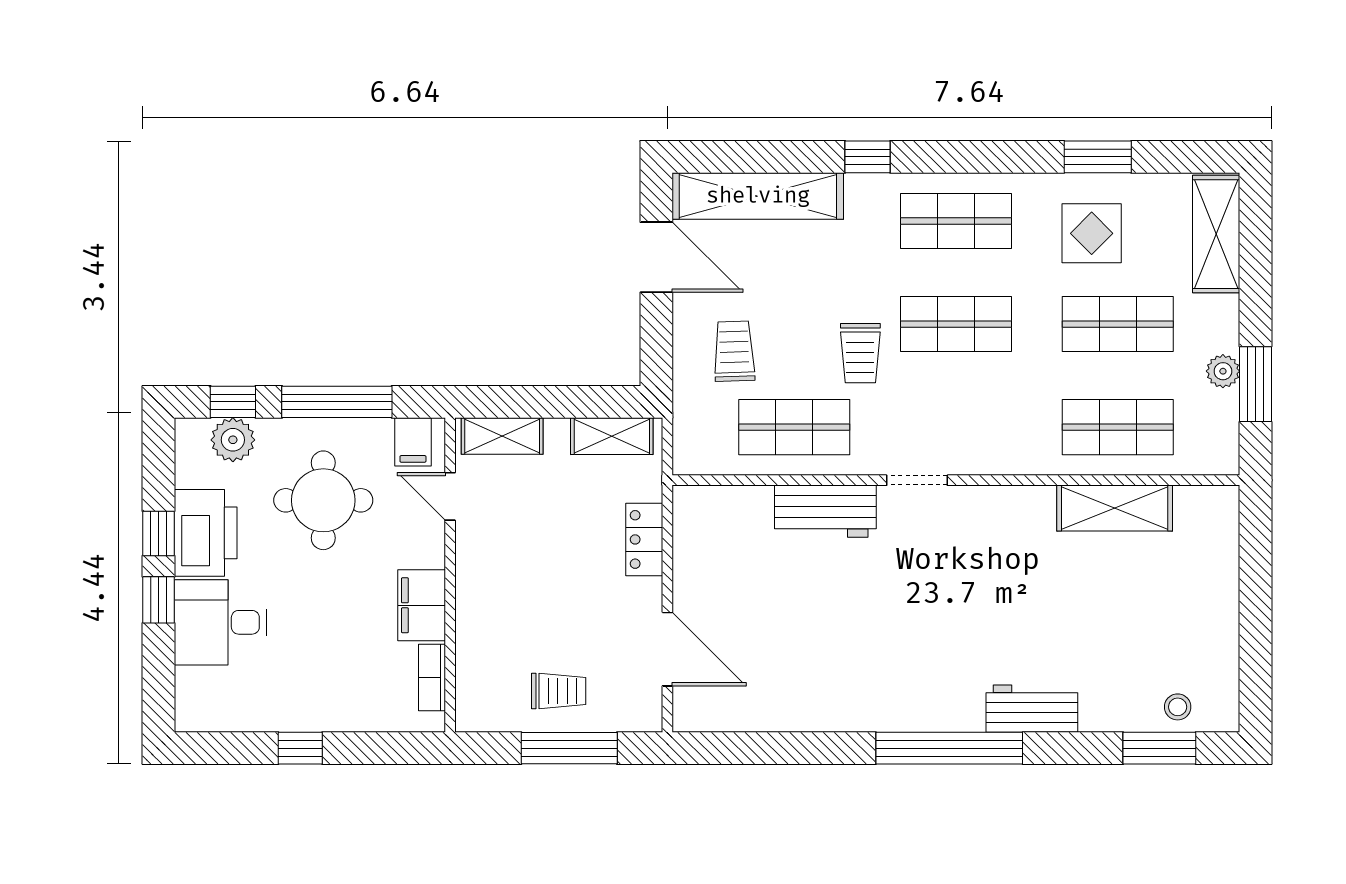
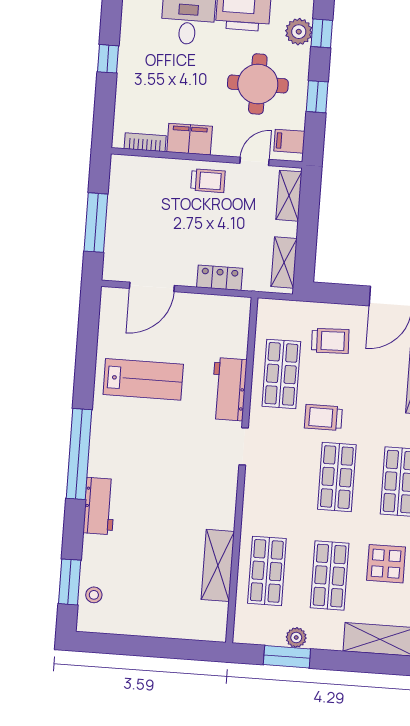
window: (337, 402) -> (317, 97), width x0.46
lab bench: (820, 652) -> (143, 379), added
trolley: (559, 691) -> (208, 181), moved, turned -90

